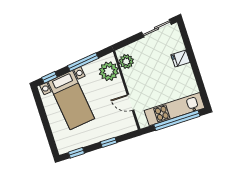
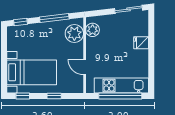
bed with nightstands: (71, 100) -> (32, 72), moved, turned -83

